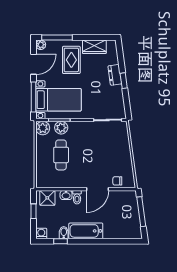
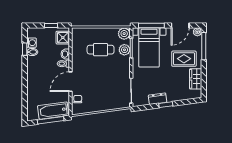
door: (33, 64) -> (180, 25), hinge flipped
dresser: (115, 75) -> (158, 99), moved
door: (98, 189) -> (70, 82), hinge flipped
bathtub: (86, 231) -> (53, 111), moved, turned -98
washing machine: (41, 234) -> (31, 43), moved

